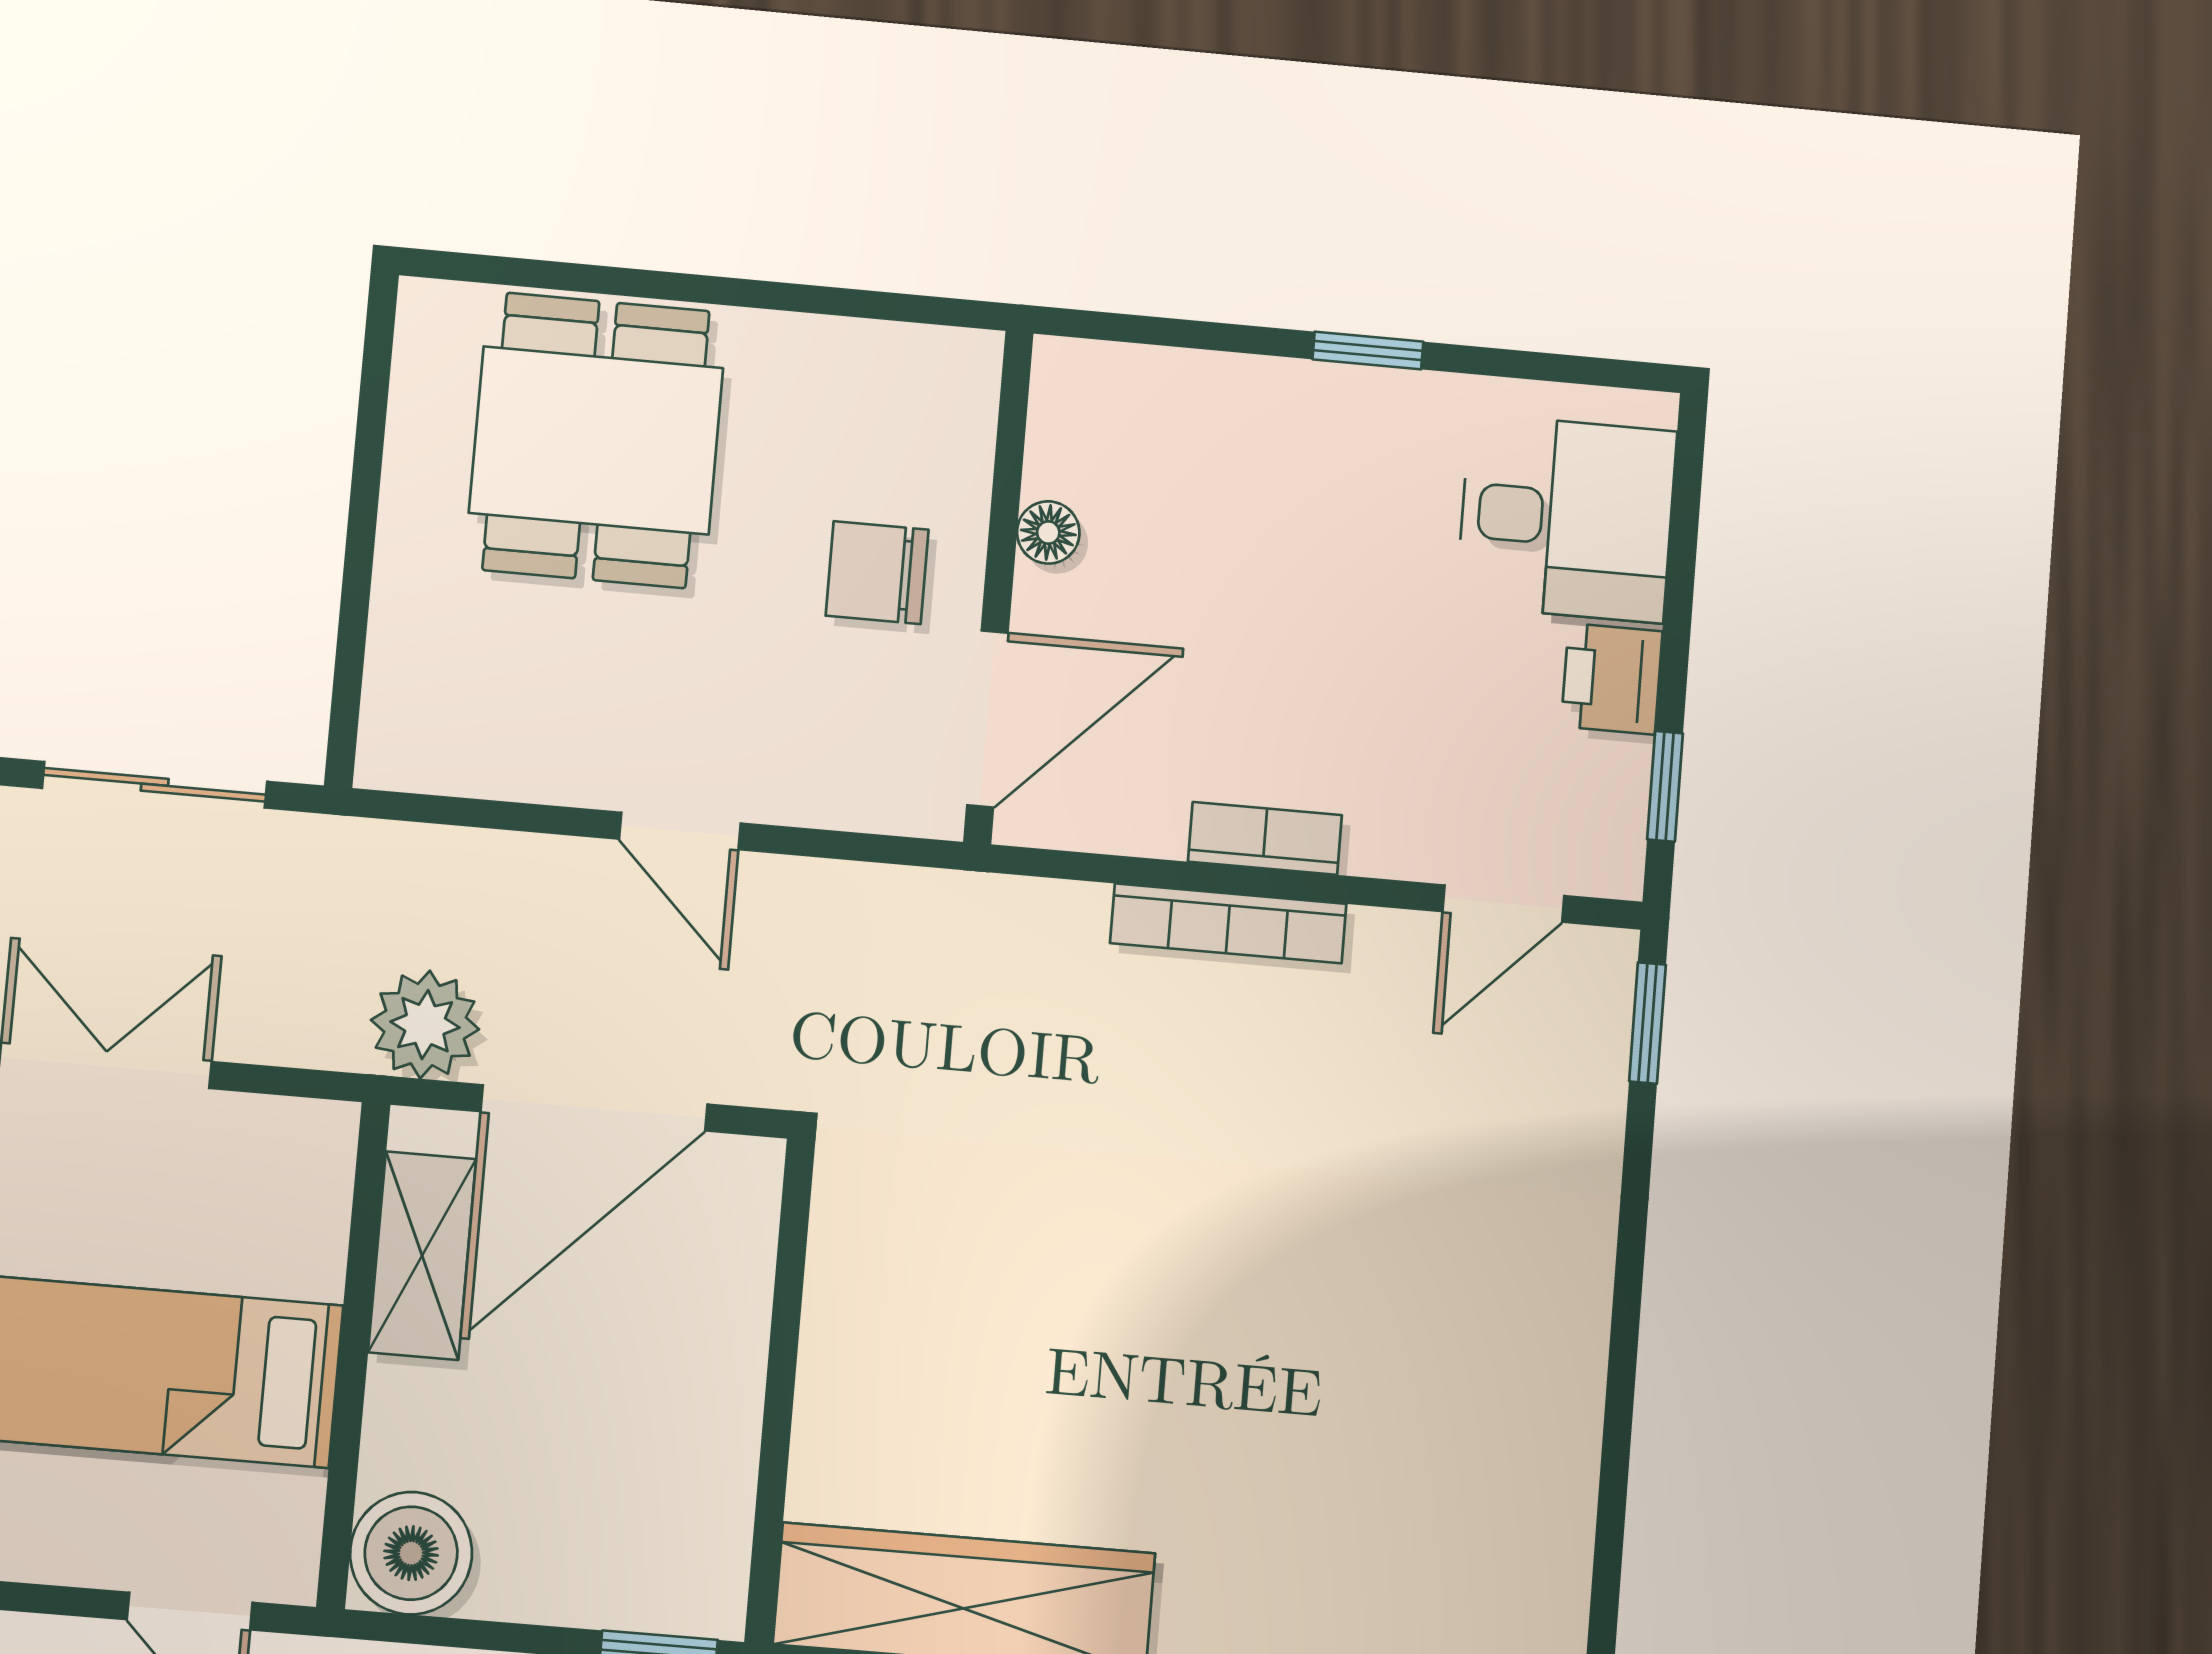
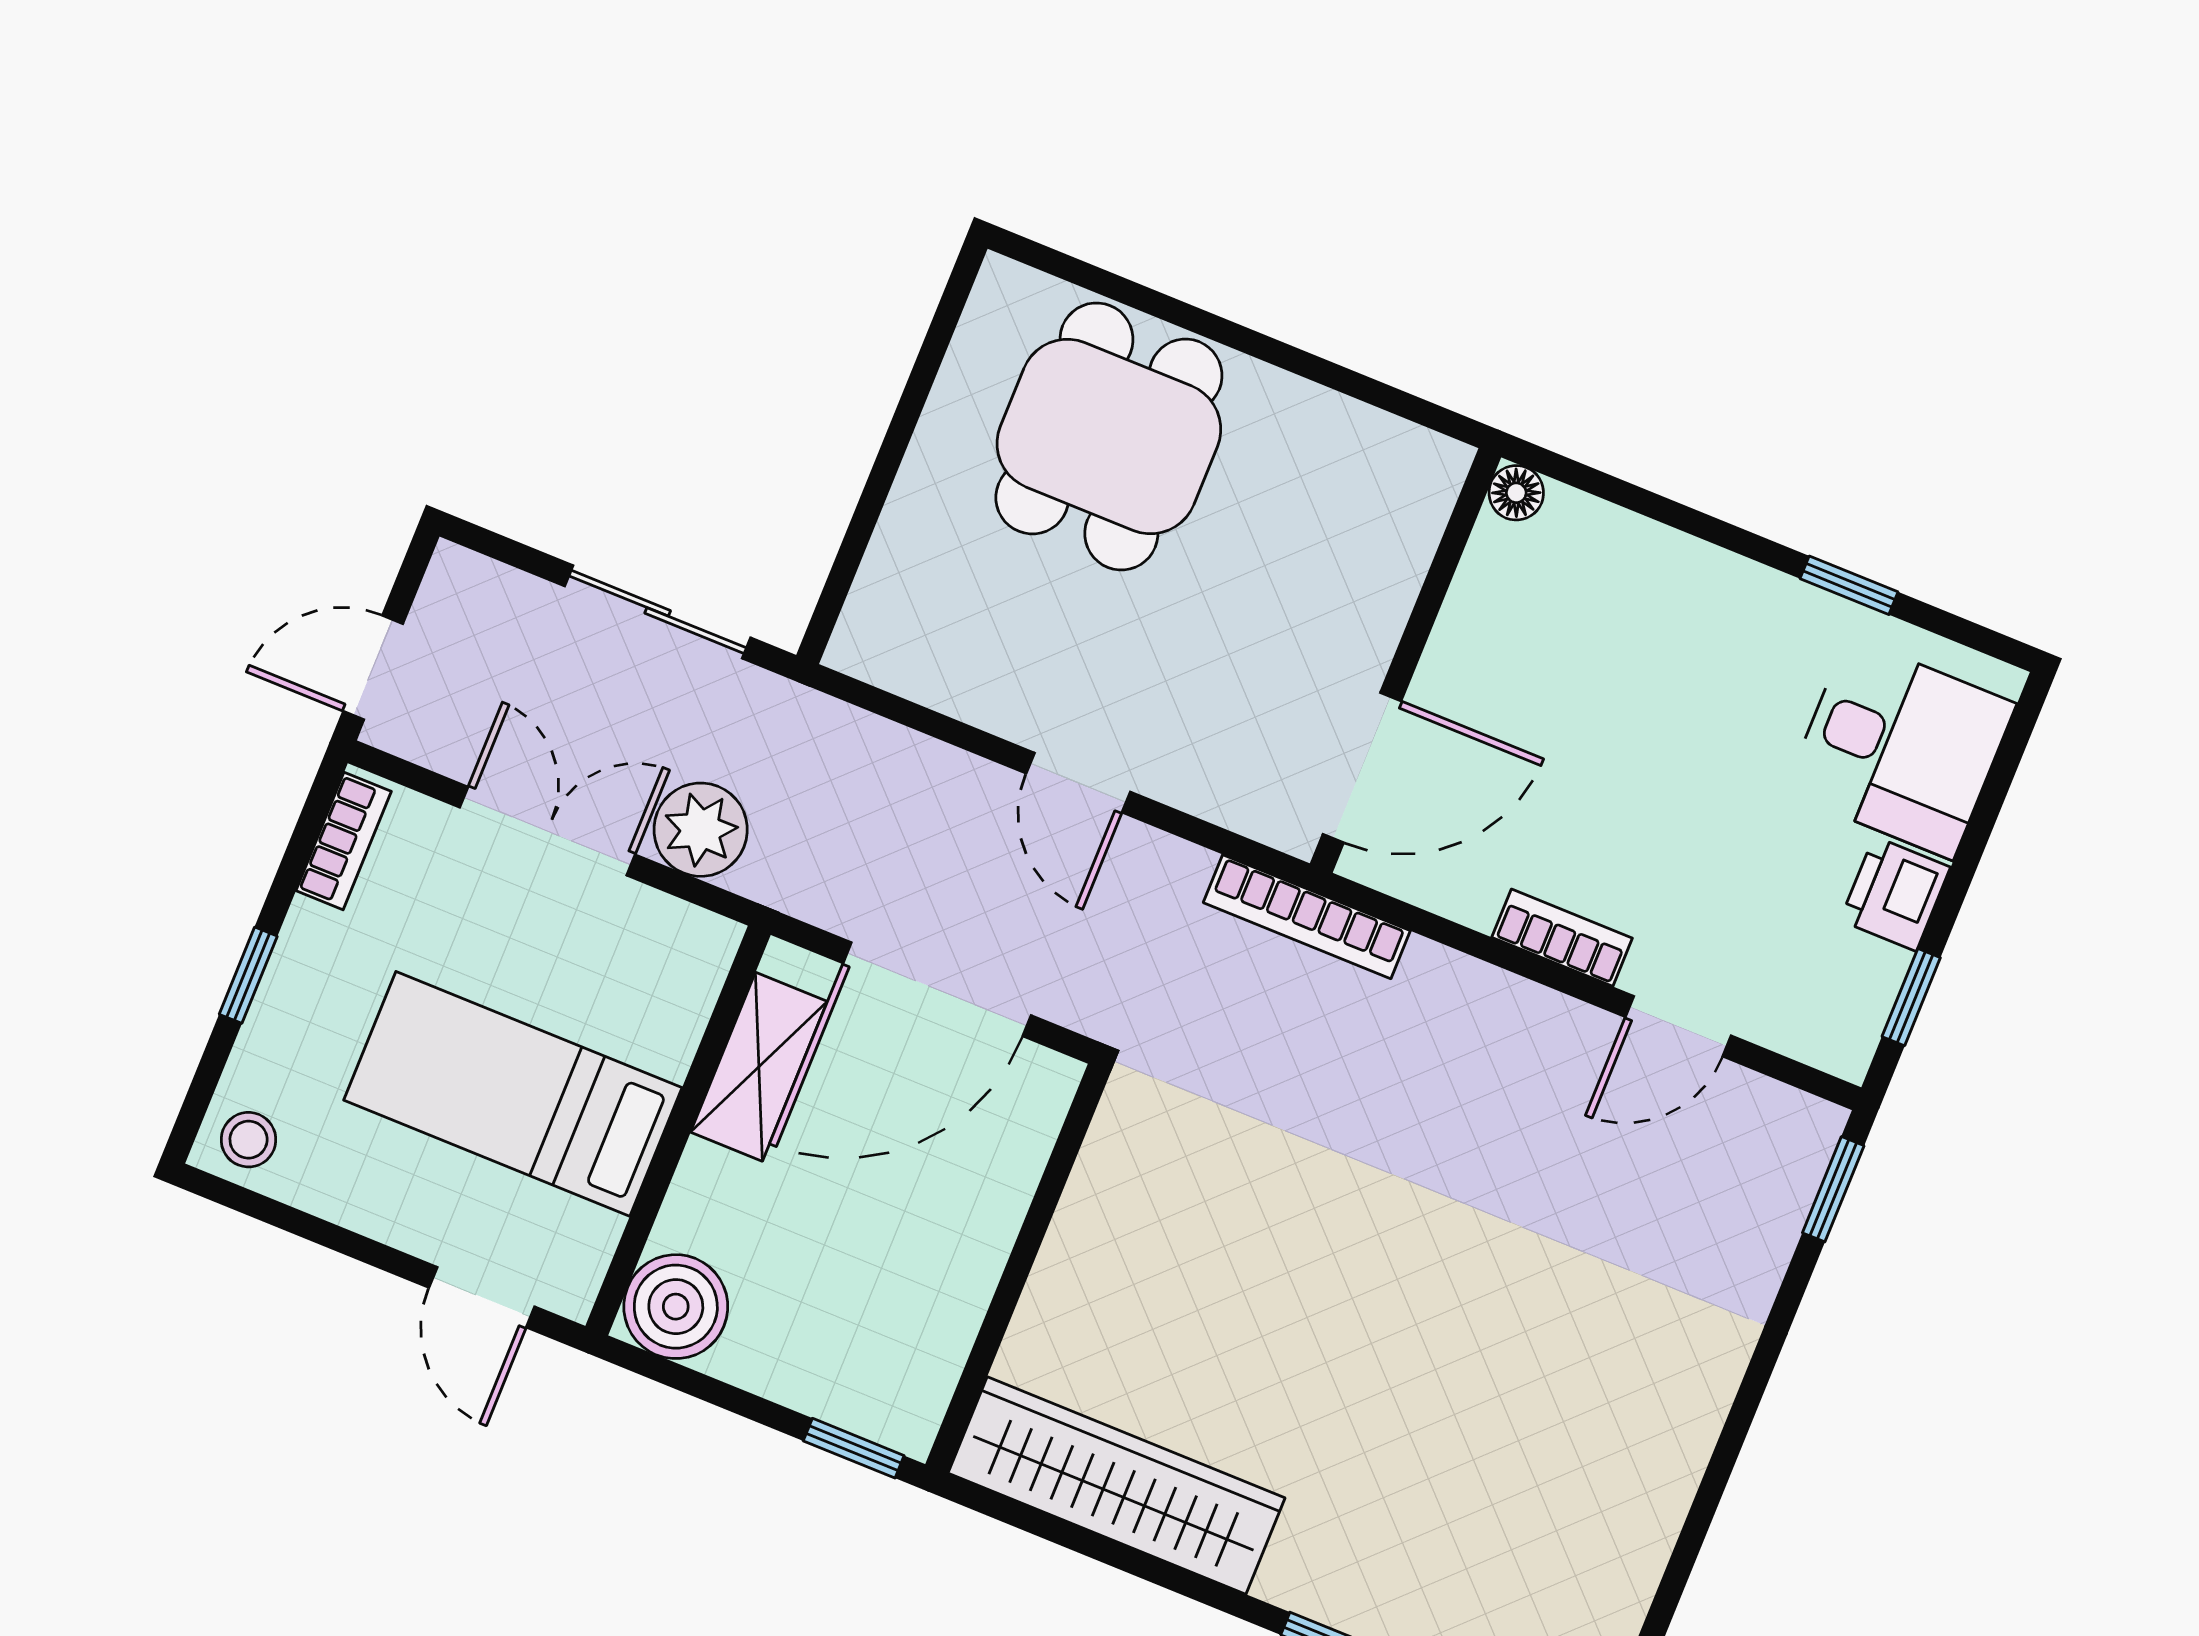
window: (1368, 351) -> (1849, 585), moved
floor lamp: (1048, 532) -> (1516, 493), moved
chair: (877, 573) -> (1308, 618), removed
door: (1503, 904) -> (1678, 1026), moved
bookcase: (1228, 923) -> (1307, 917), moved
plant: (425, 1025) -> (701, 830), moved

